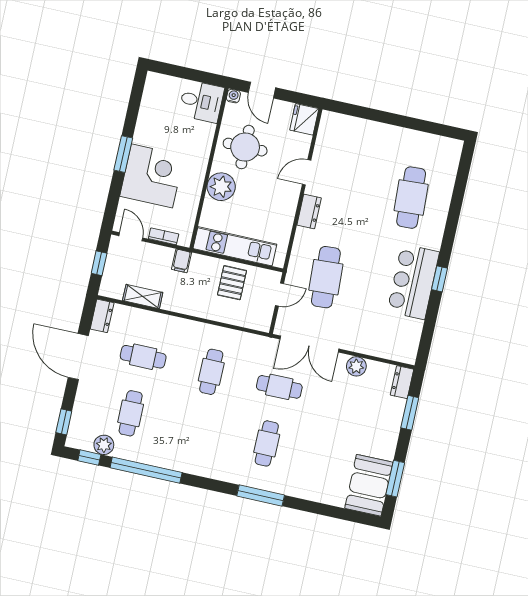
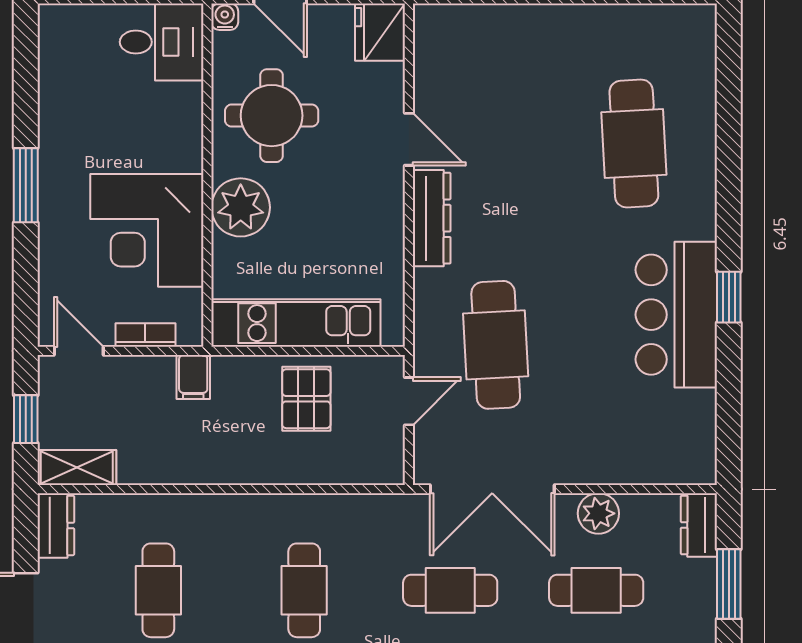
door: (307, 172) -> (409, 139), swing flipped
corner desk: (152, 176) -> (147, 230), moved, turned 180
dresser: (309, 211) -> (432, 218), width x1.44
shelving: (143, 296) -> (77, 467), moved
cafe table: (143, 357) -> (158, 590), turned 90
cafe table: (347, 402) -> (596, 590), added

